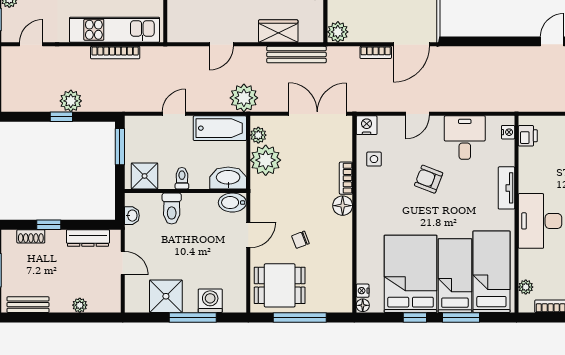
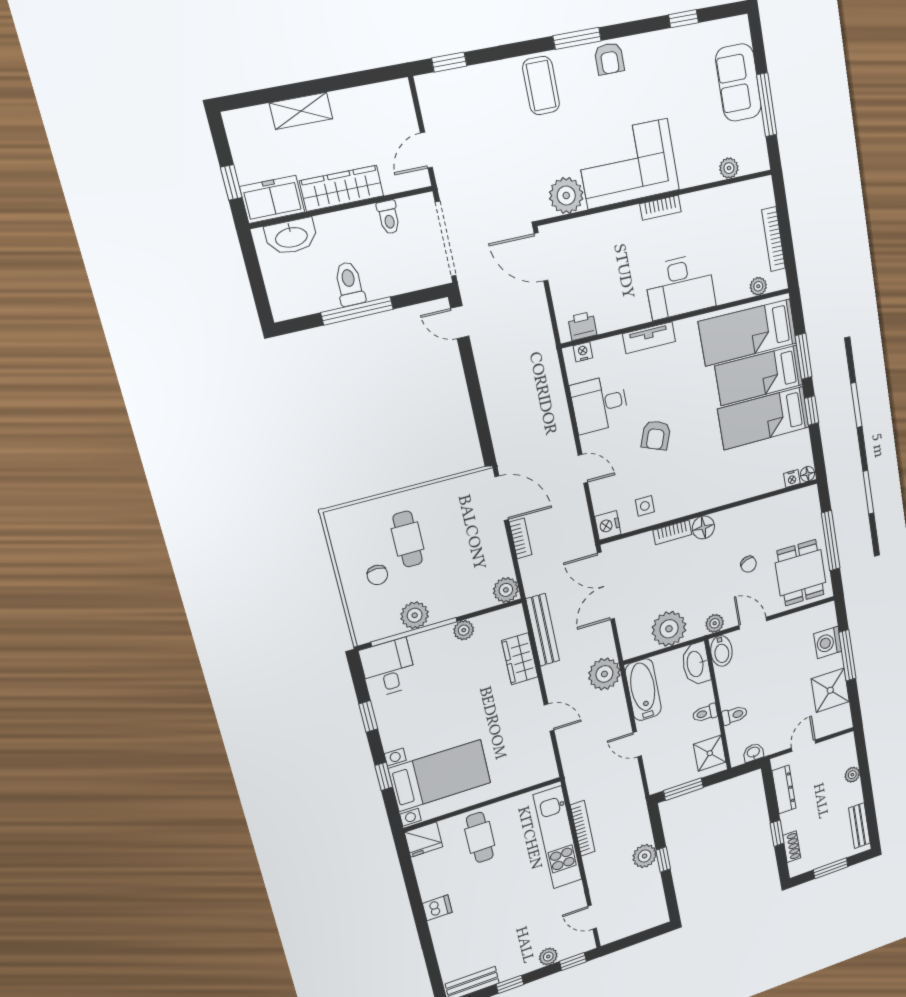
plant: (258, 135) -> (715, 623), moved
toilet: (172, 209) -> (734, 715), width x0.73, depth x0.72
bed: (411, 274) -> (764, 418), width x0.67

